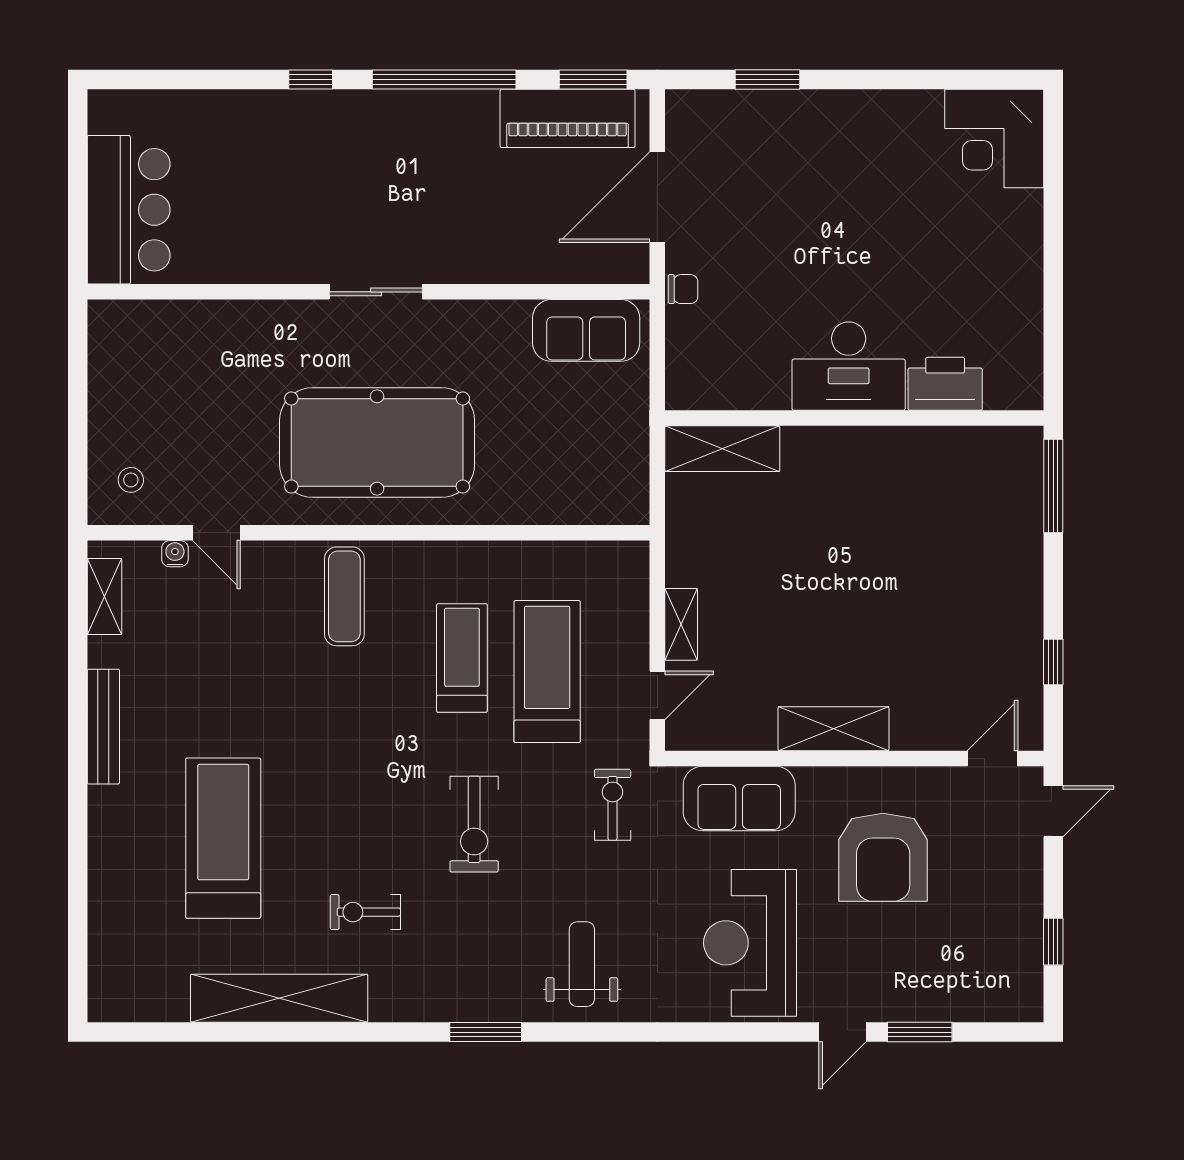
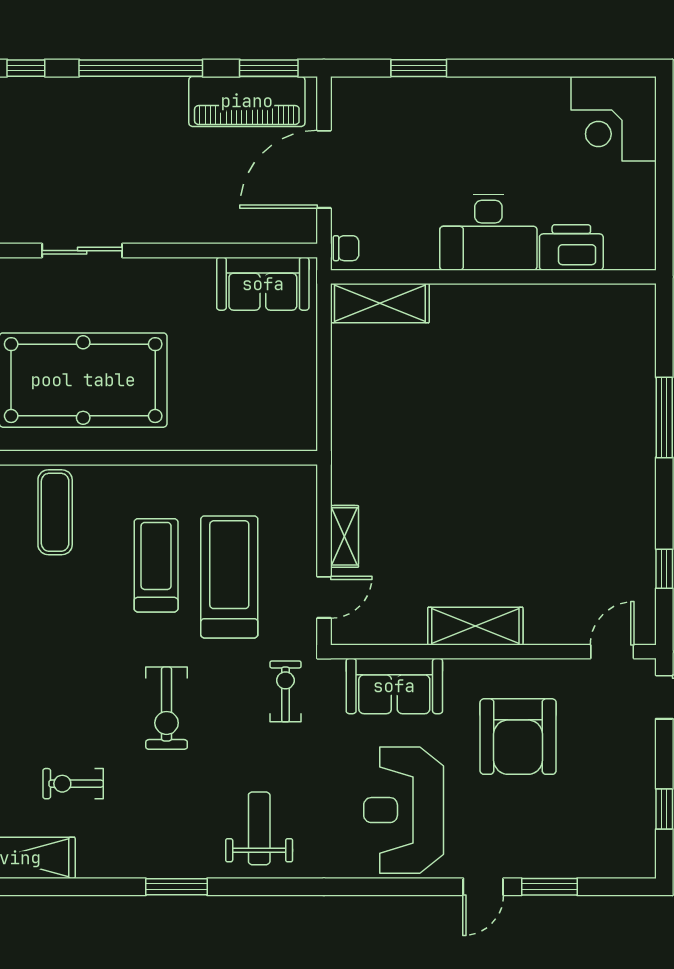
desk: (849, 366) -> (488, 232), moved
printer: (945, 384) -> (571, 247), moved
wall: (854, 418) -> (493, 277), moved
shelving: (722, 449) -> (380, 303), moved

